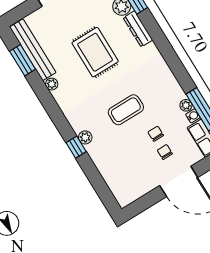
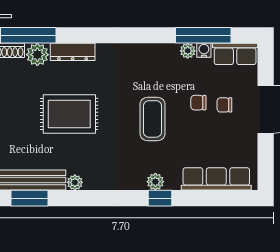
row of seats: (112, 177) -> (216, 179), added

